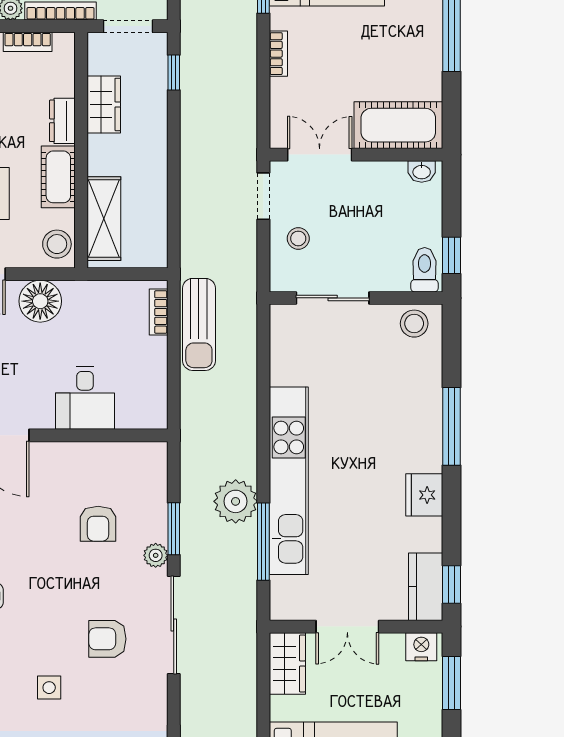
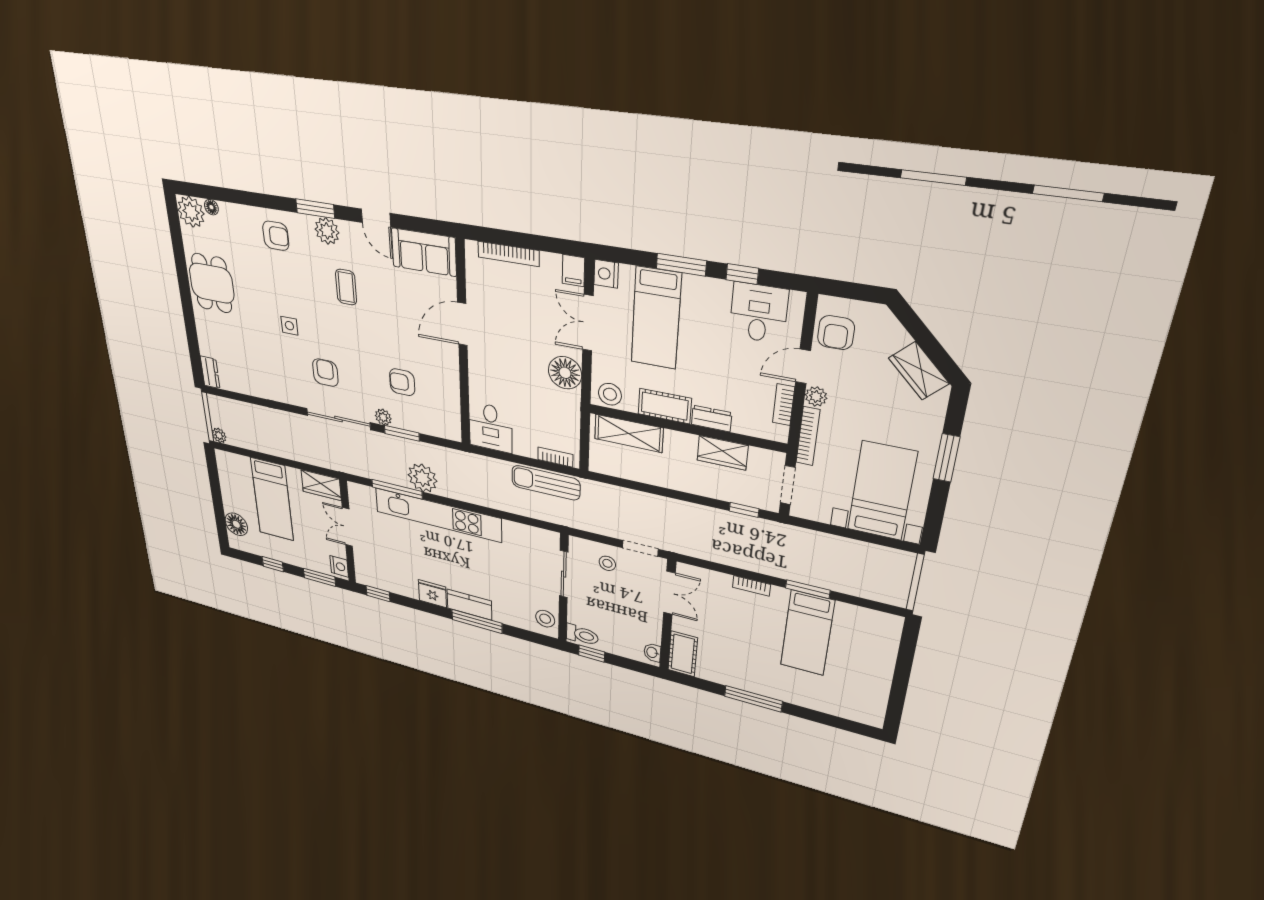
cot: (398, 125) -> (683, 654), width x0.73, depth x0.75
desk: (85, 398) -> (490, 427), moved, turned -90
kitchen counter: (426, 587) -> (469, 605), moved

